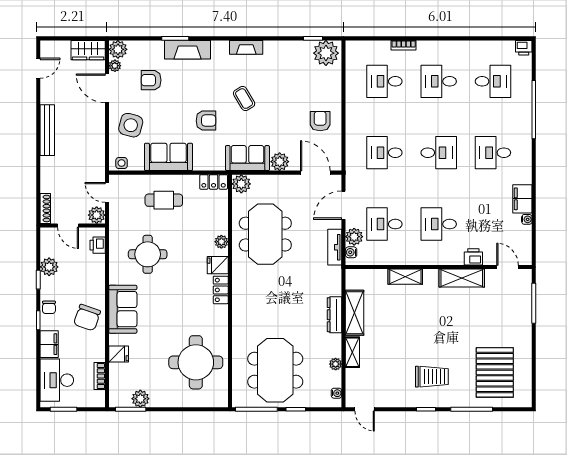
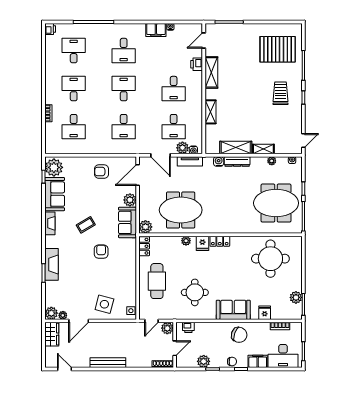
armchair: (151, 80) -> (73, 290), removed
desk: (439, 81) -> (74, 89), turned 180
sofa: (168, 157) -> (55, 194), moved, turned 180
cafe table: (164, 200) -> (157, 281), width x1.37, depth x1.35
water cooler: (335, 288) -> (219, 161), added

